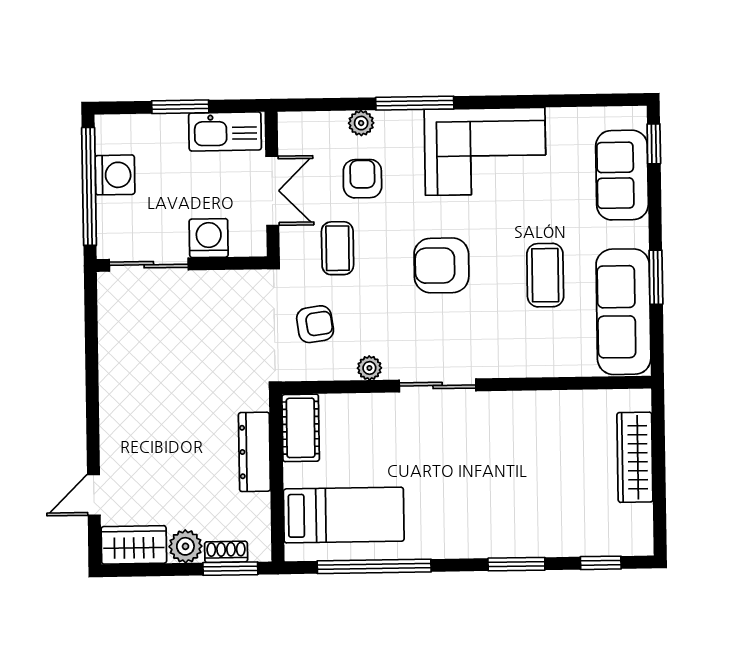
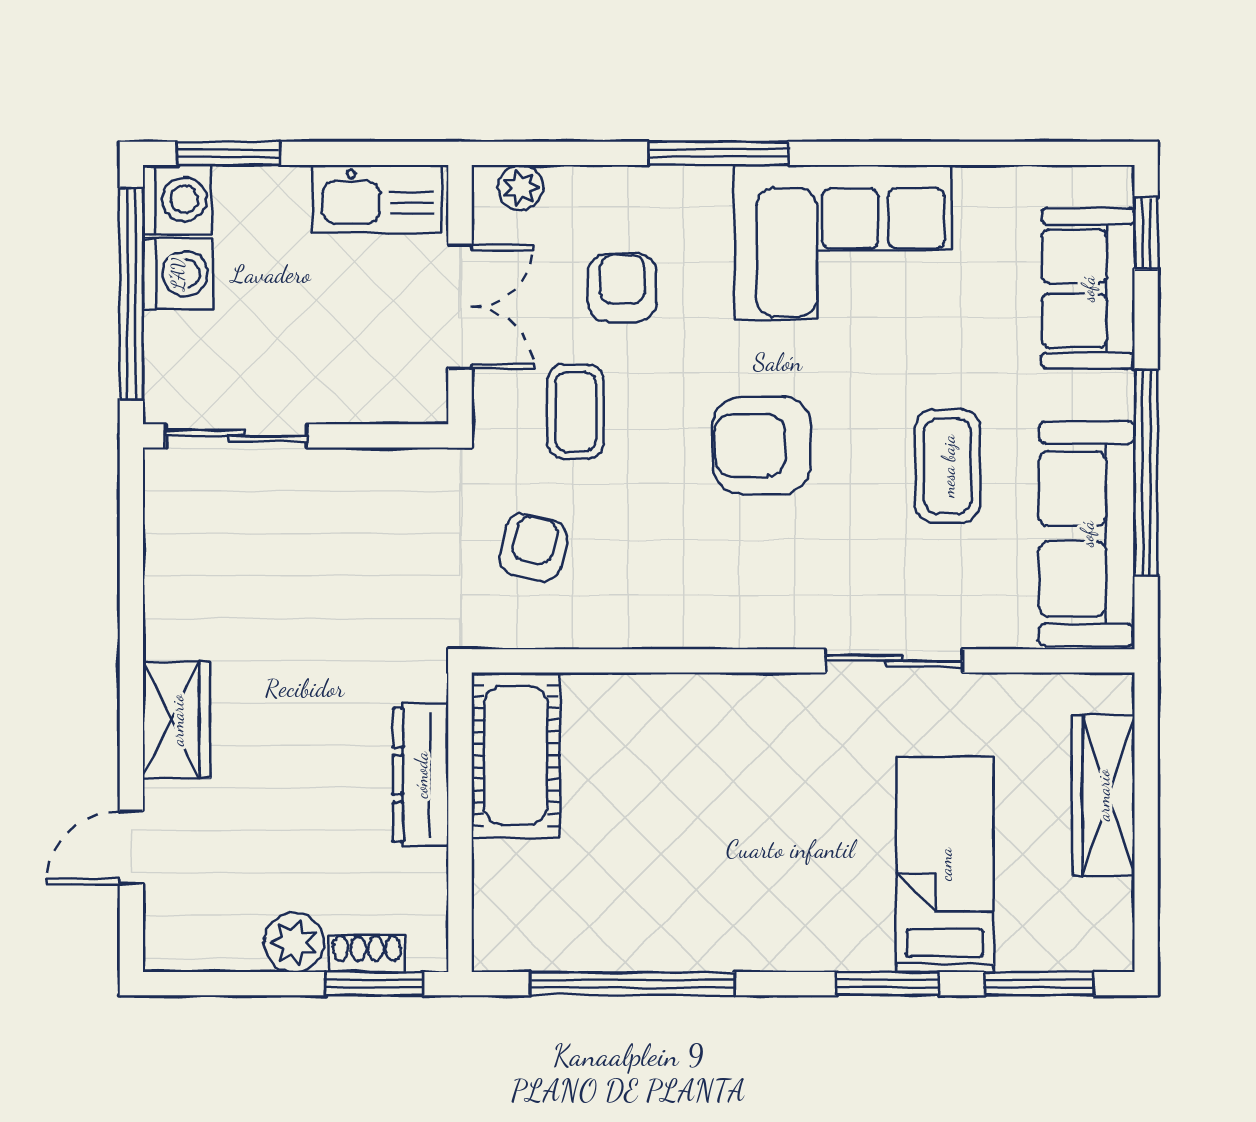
window: (180, 107) -> (228, 153), moved
plant: (361, 123) -> (521, 188), moved
washing machine: (209, 238) -> (177, 199), moved, turned 90
window: (656, 277) -> (1146, 473), width x2.11
armchair: (315, 324) -> (533, 547), turned -69
plant: (369, 368) -> (629, 628), removed
sliding door: (438, 385) -> (894, 661), moved
cot: (301, 428) -> (515, 755), width x1.37, depth x1.34
bed: (344, 515) -> (945, 864), moved, turned -90
wardrobe: (134, 545) -> (177, 720), moved, turned 90
window: (601, 563) -> (1039, 984), width x1.50

